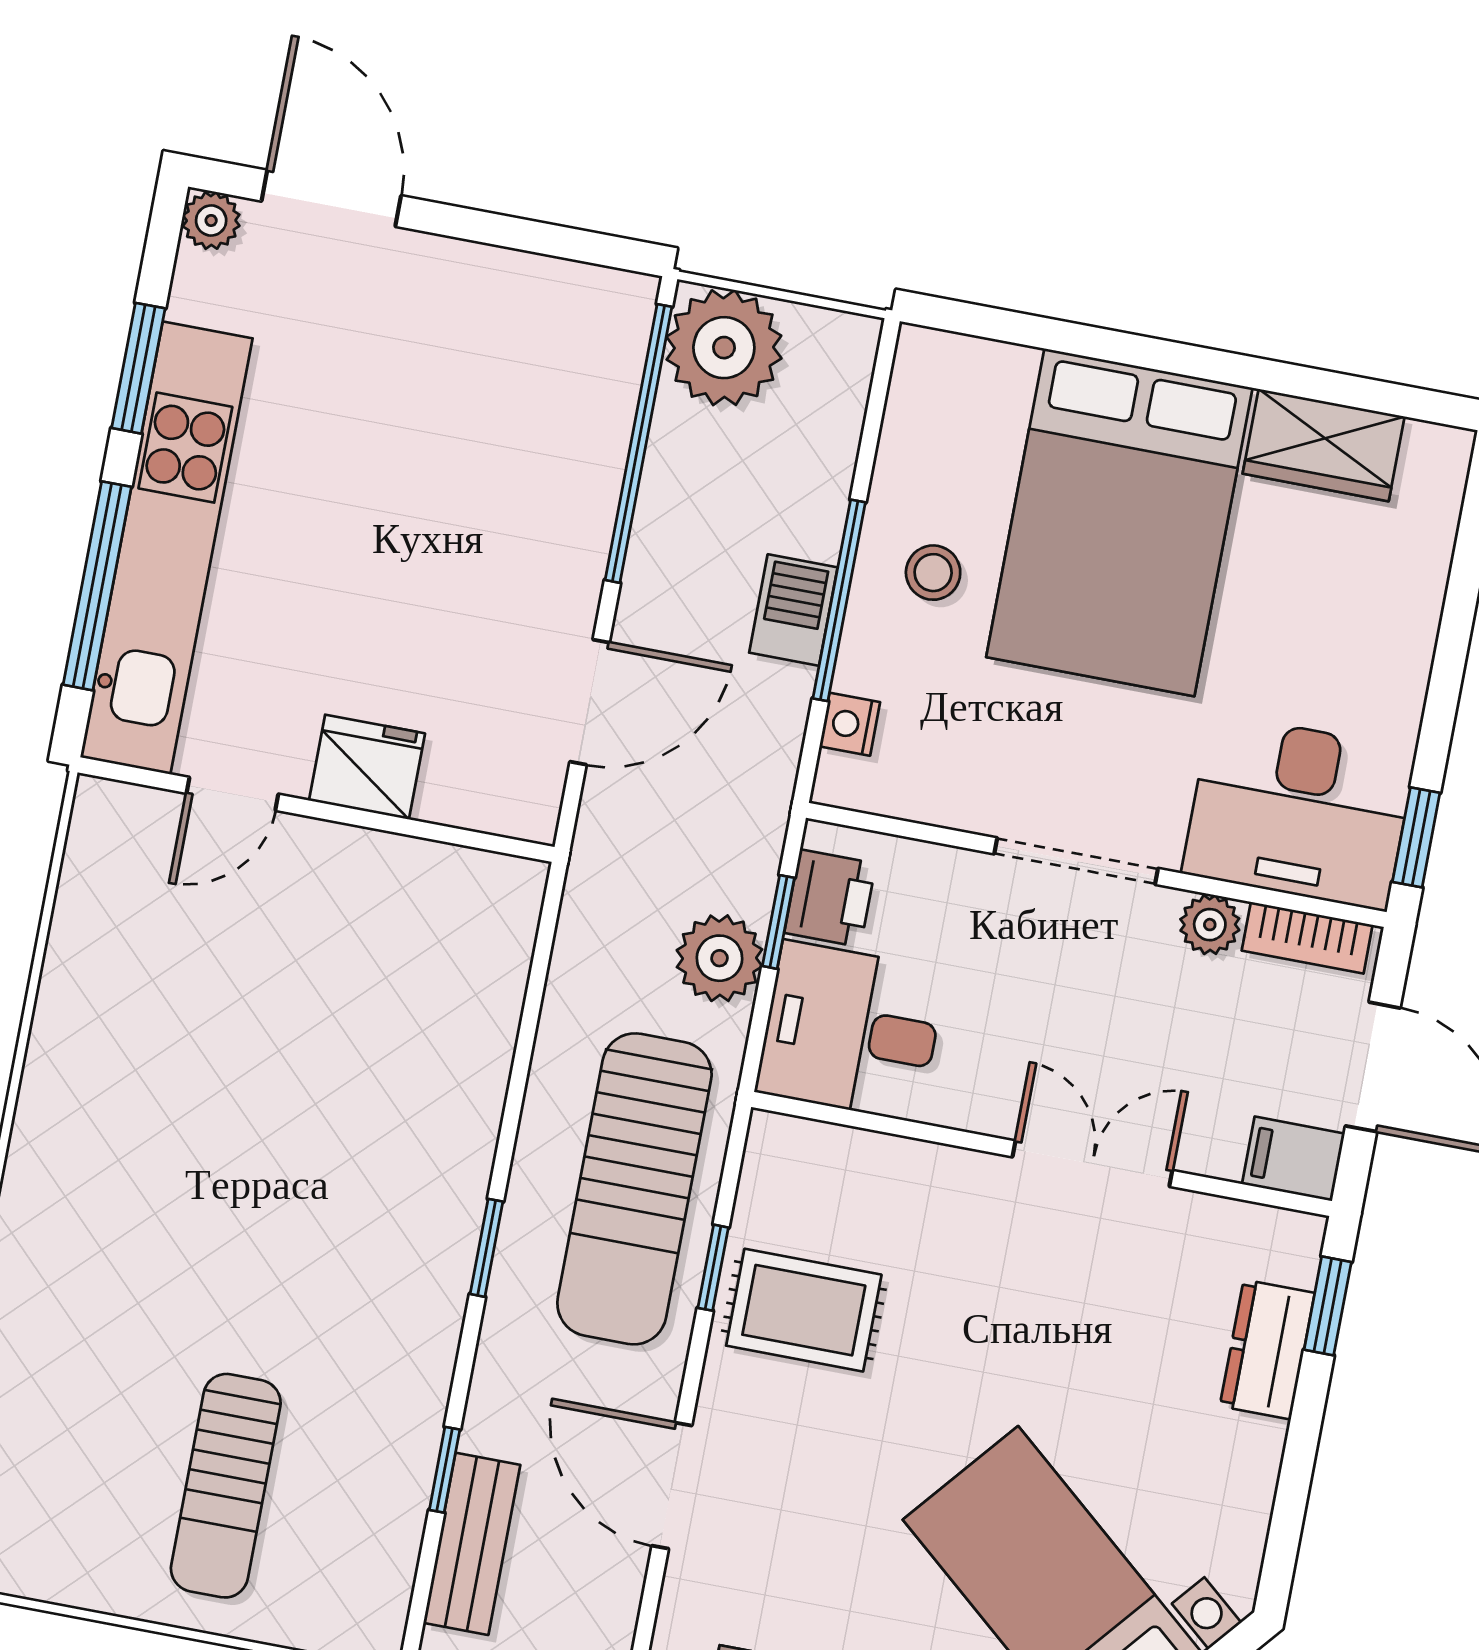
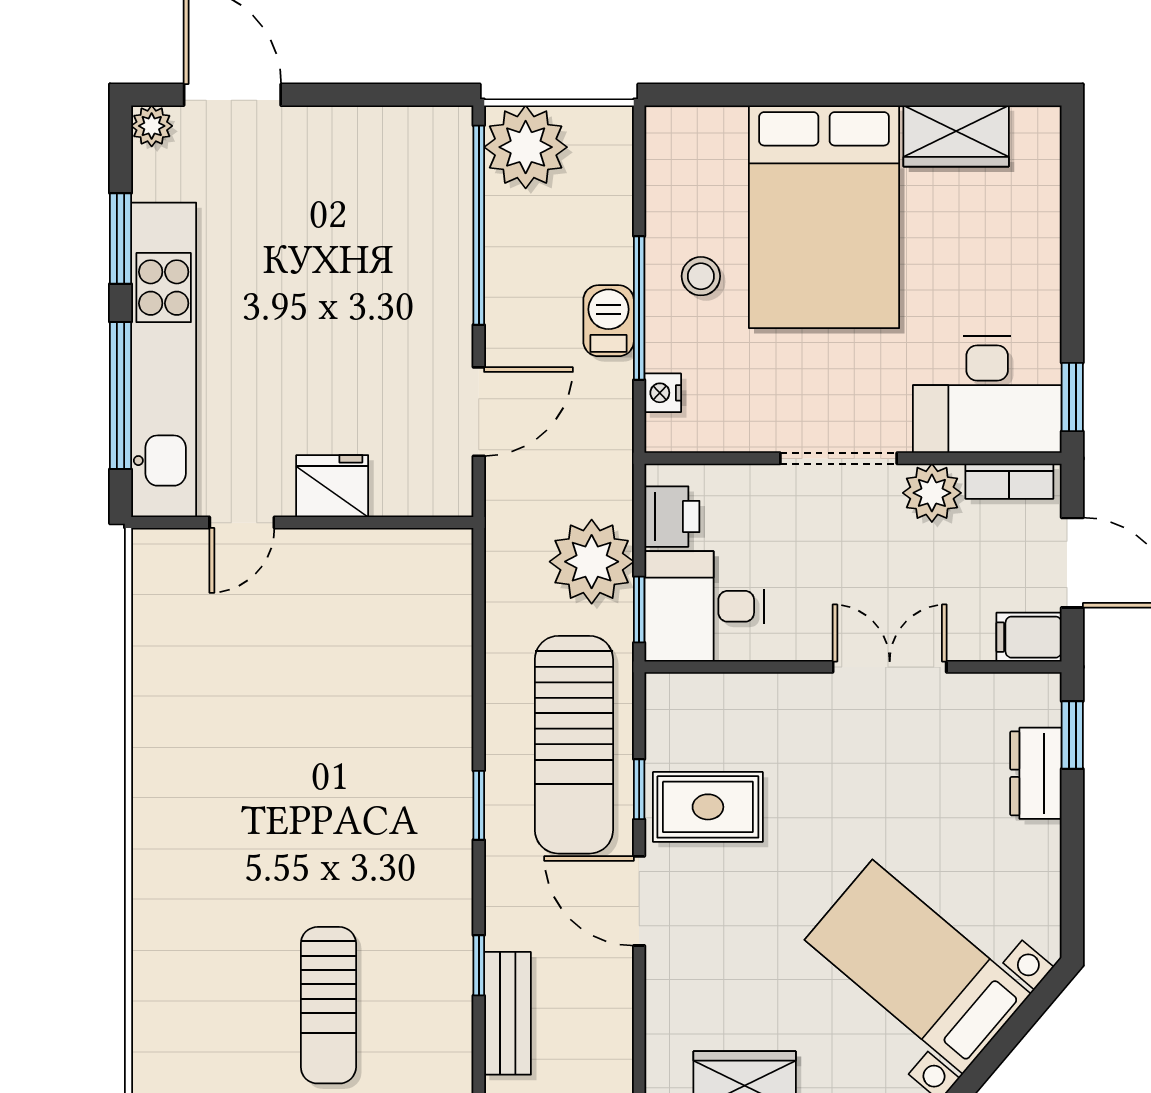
window: (778, 922) -> (639, 609), moved
plant: (1210, 925) -> (932, 493), width x1.38, depth x1.38
plant: (719, 958) -> (592, 562), width x1.36, depth x1.36
door: (672, 1486) -> (639, 901), moved

